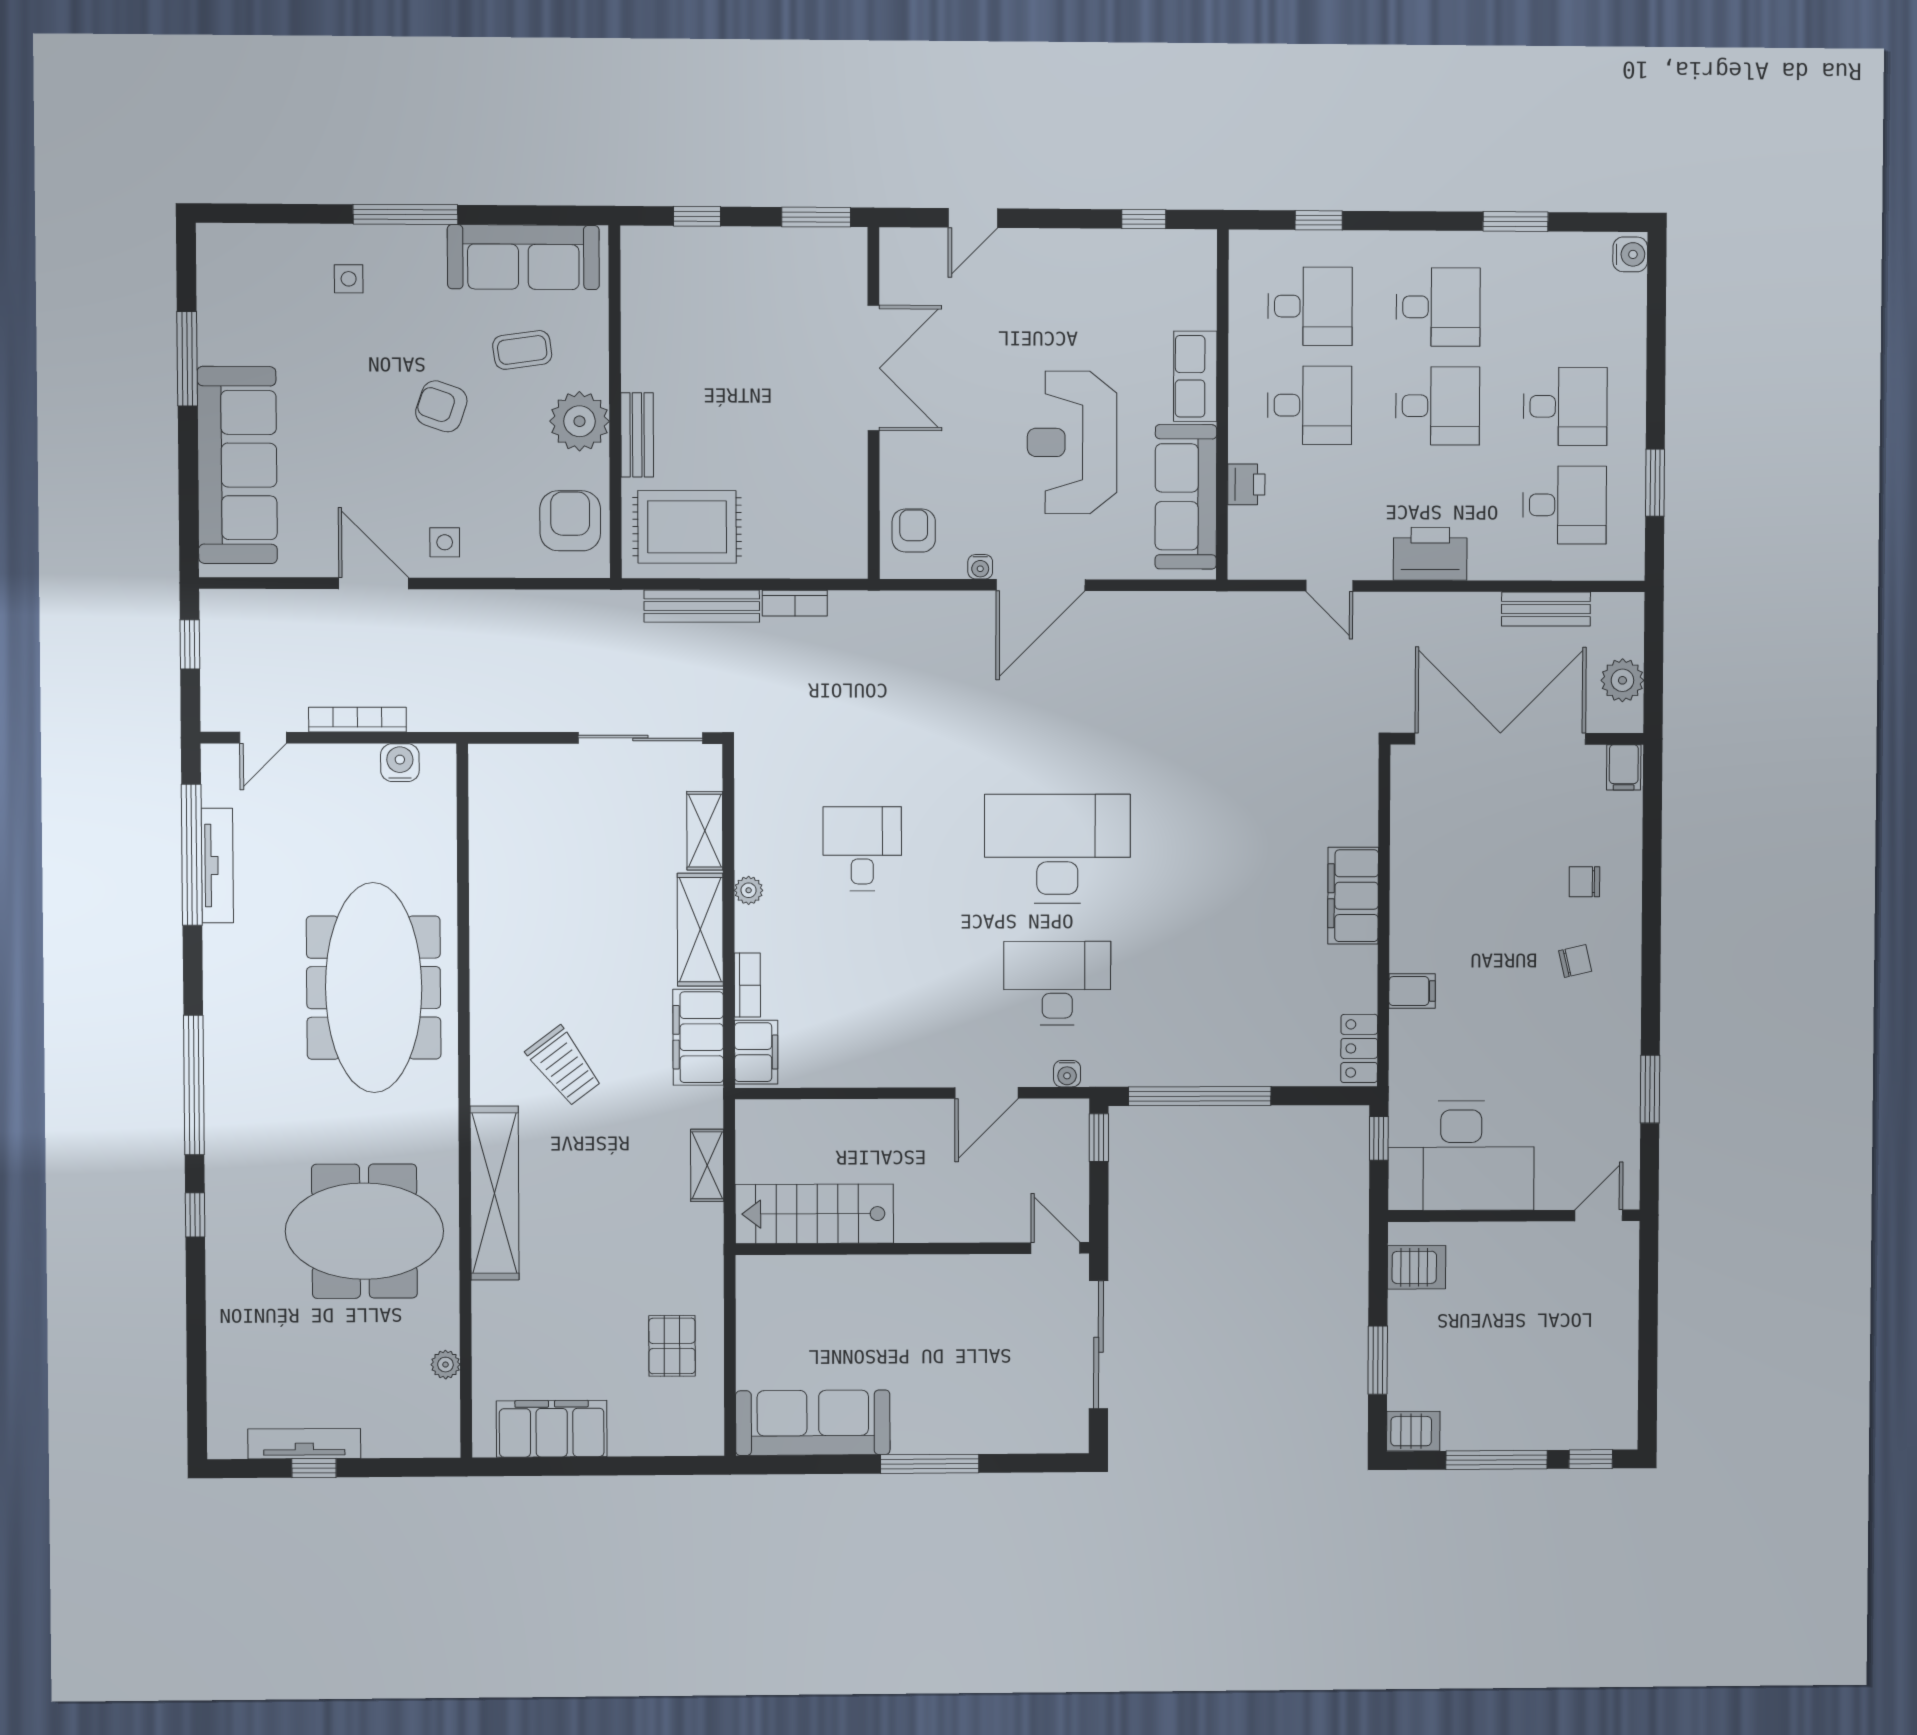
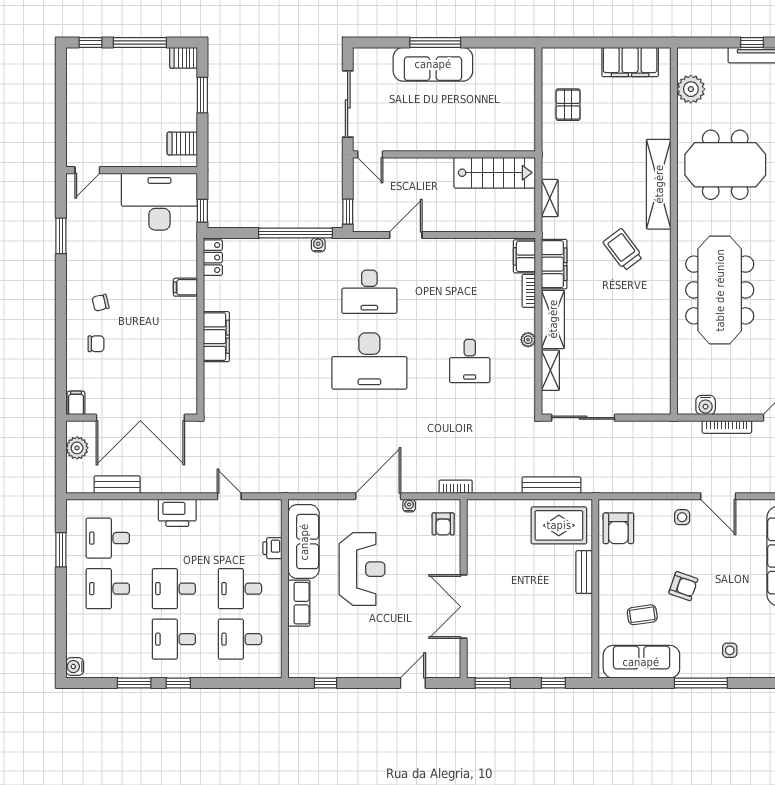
window: (1319, 220) -> (178, 683), moved
plant: (579, 421) -> (613, 579), removed
bookcase: (795, 603) -> (456, 487), moved
water cooler: (1067, 1074) -> (318, 245), moved
plant: (445, 1365) -> (691, 89), width x1.88, depth x1.88
sofa: (813, 1423) -> (433, 64), moved

